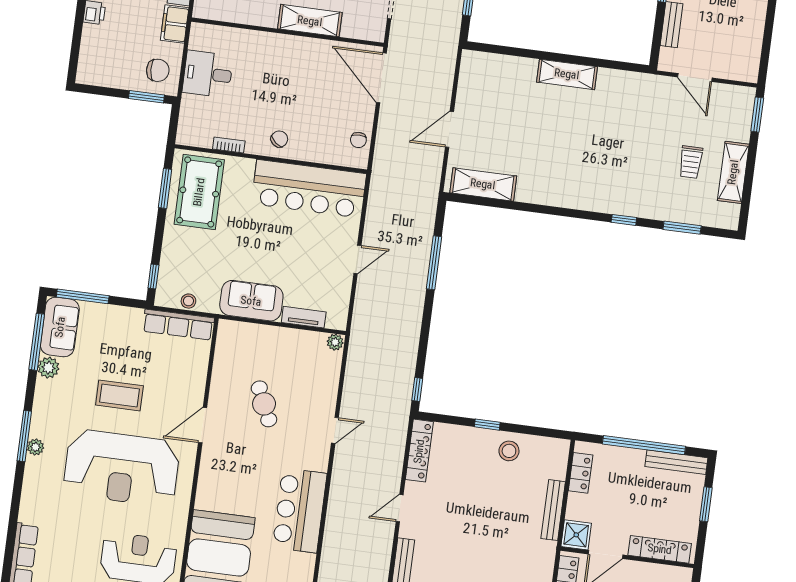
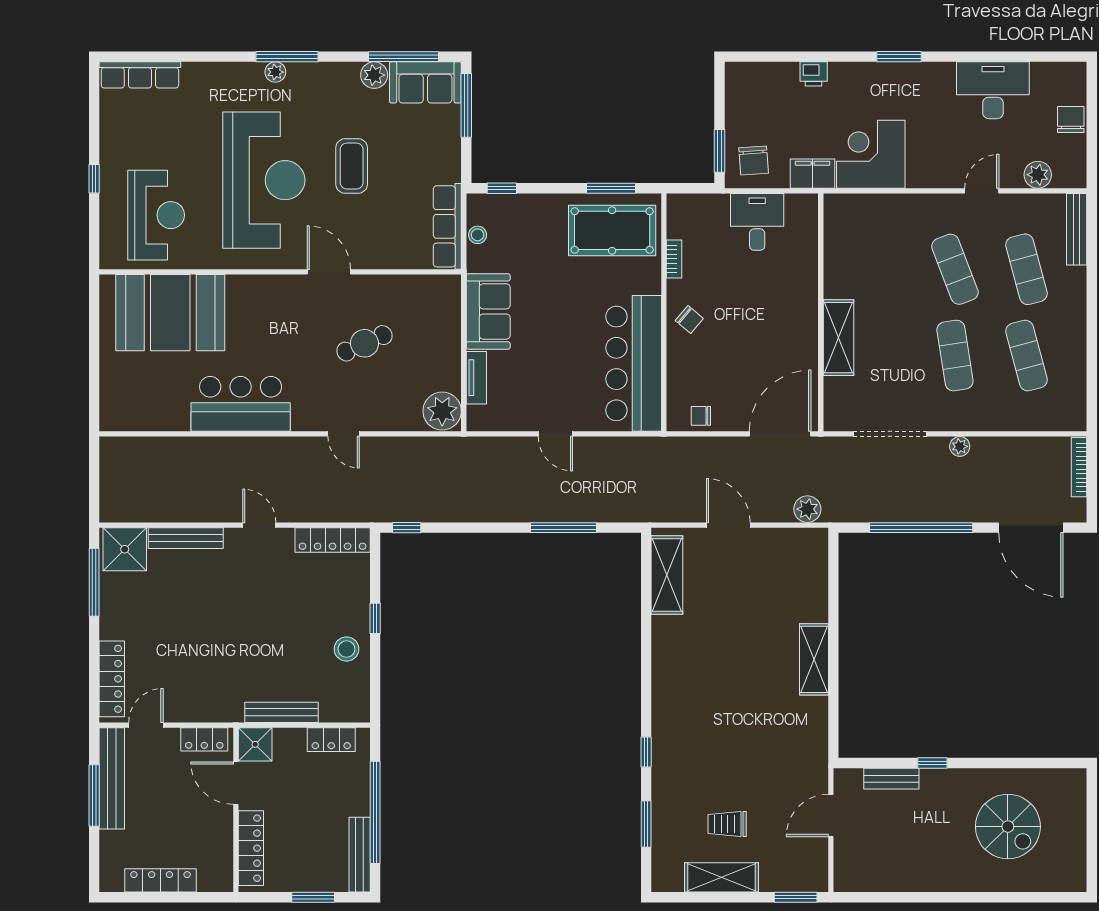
plant: (445, 64) -> (807, 509), added
plant: (335, 342) -> (442, 411), width x1.88, depth x1.88
reception desk: (122, 468) -> (264, 180), turned 180

